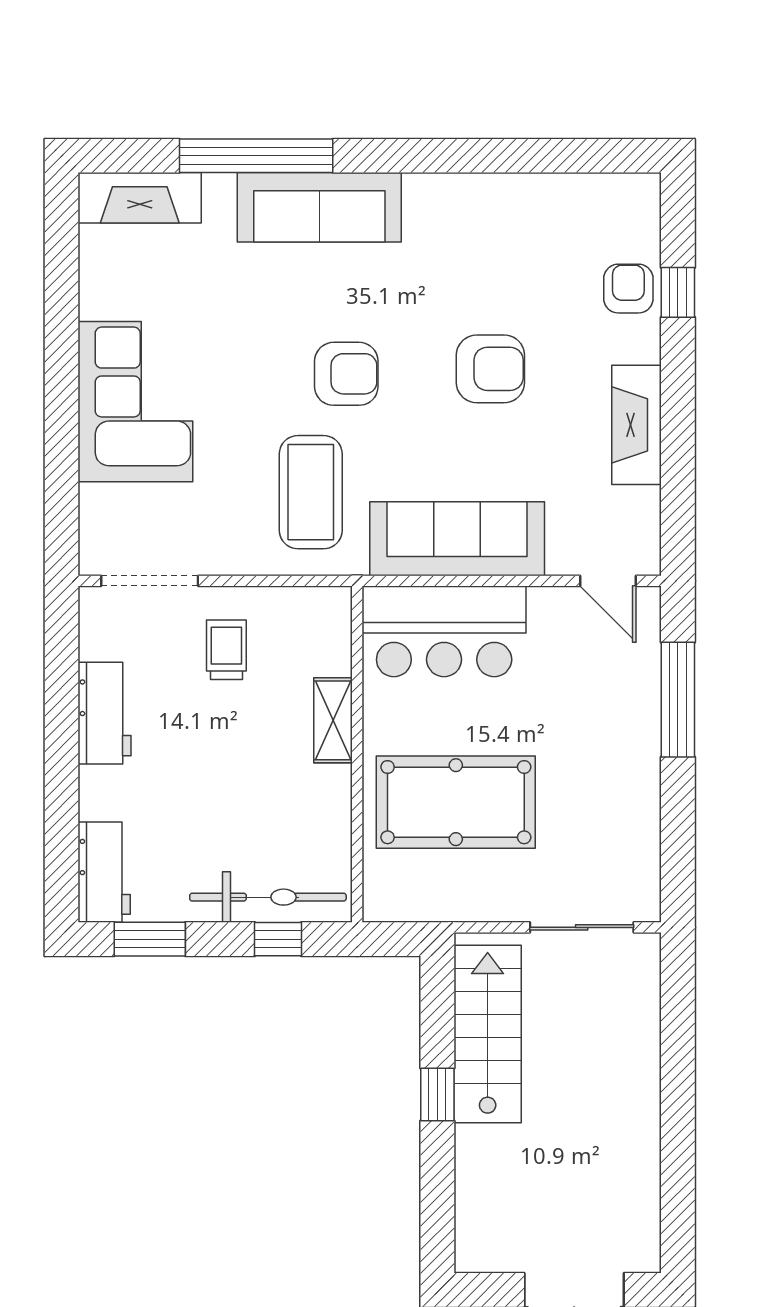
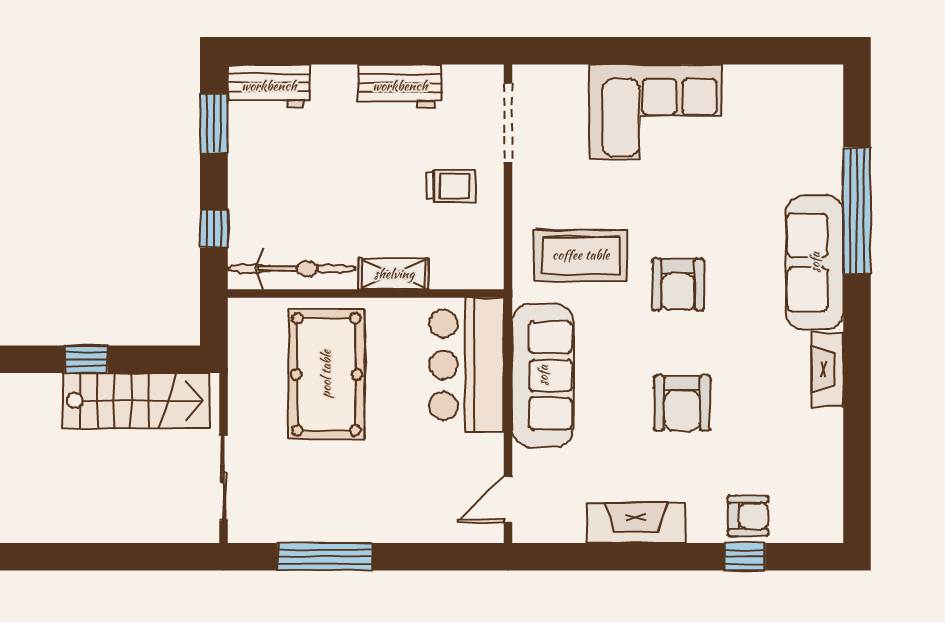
fireplace: (140, 198) -> (828, 369), moved, width x0.73, depth x0.76
window: (678, 700) -> (325, 557), moved
bicycle: (268, 897) -> (292, 269), moved, turned -90

